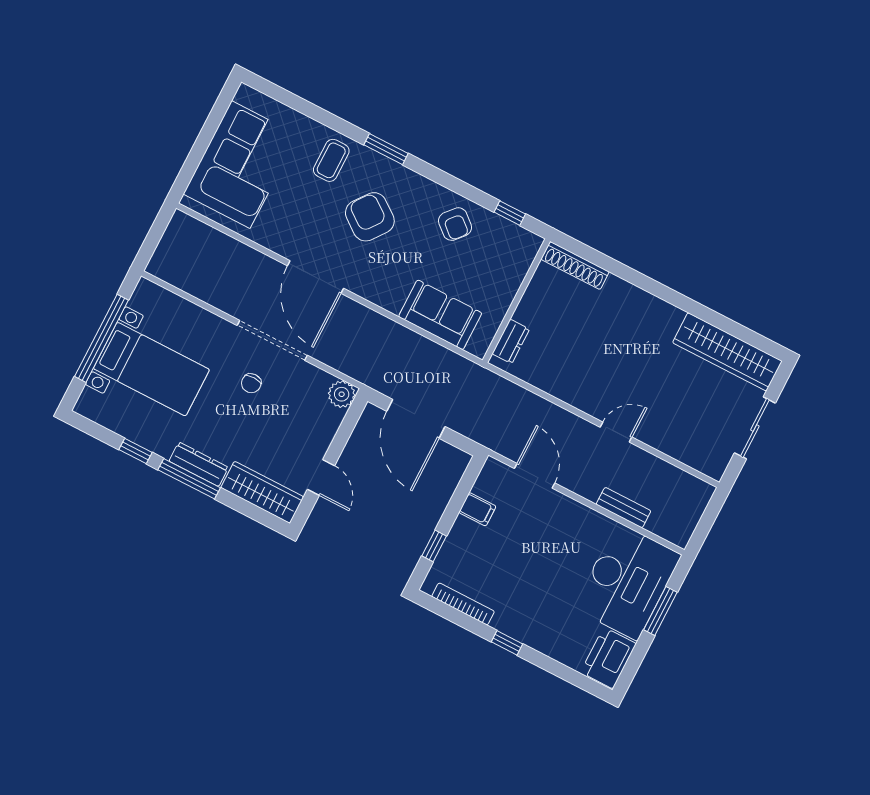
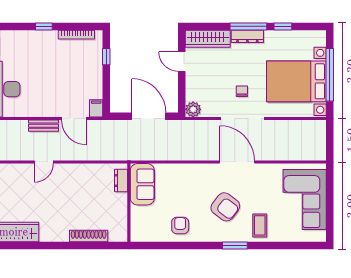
window: (510, 213) -> (155, 245), removed
armchair: (455, 224) -> (180, 226), turned 49
shoe rack: (575, 266) -> (89, 236), moved
sofa: (440, 315) -> (142, 184), moved, turned -90
bed with nightstands: (151, 369) -> (296, 81), width x1.36
bench: (623, 508) -> (43, 126), moved
filing cabinet: (477, 509) -> (96, 108), moved, turned 90

